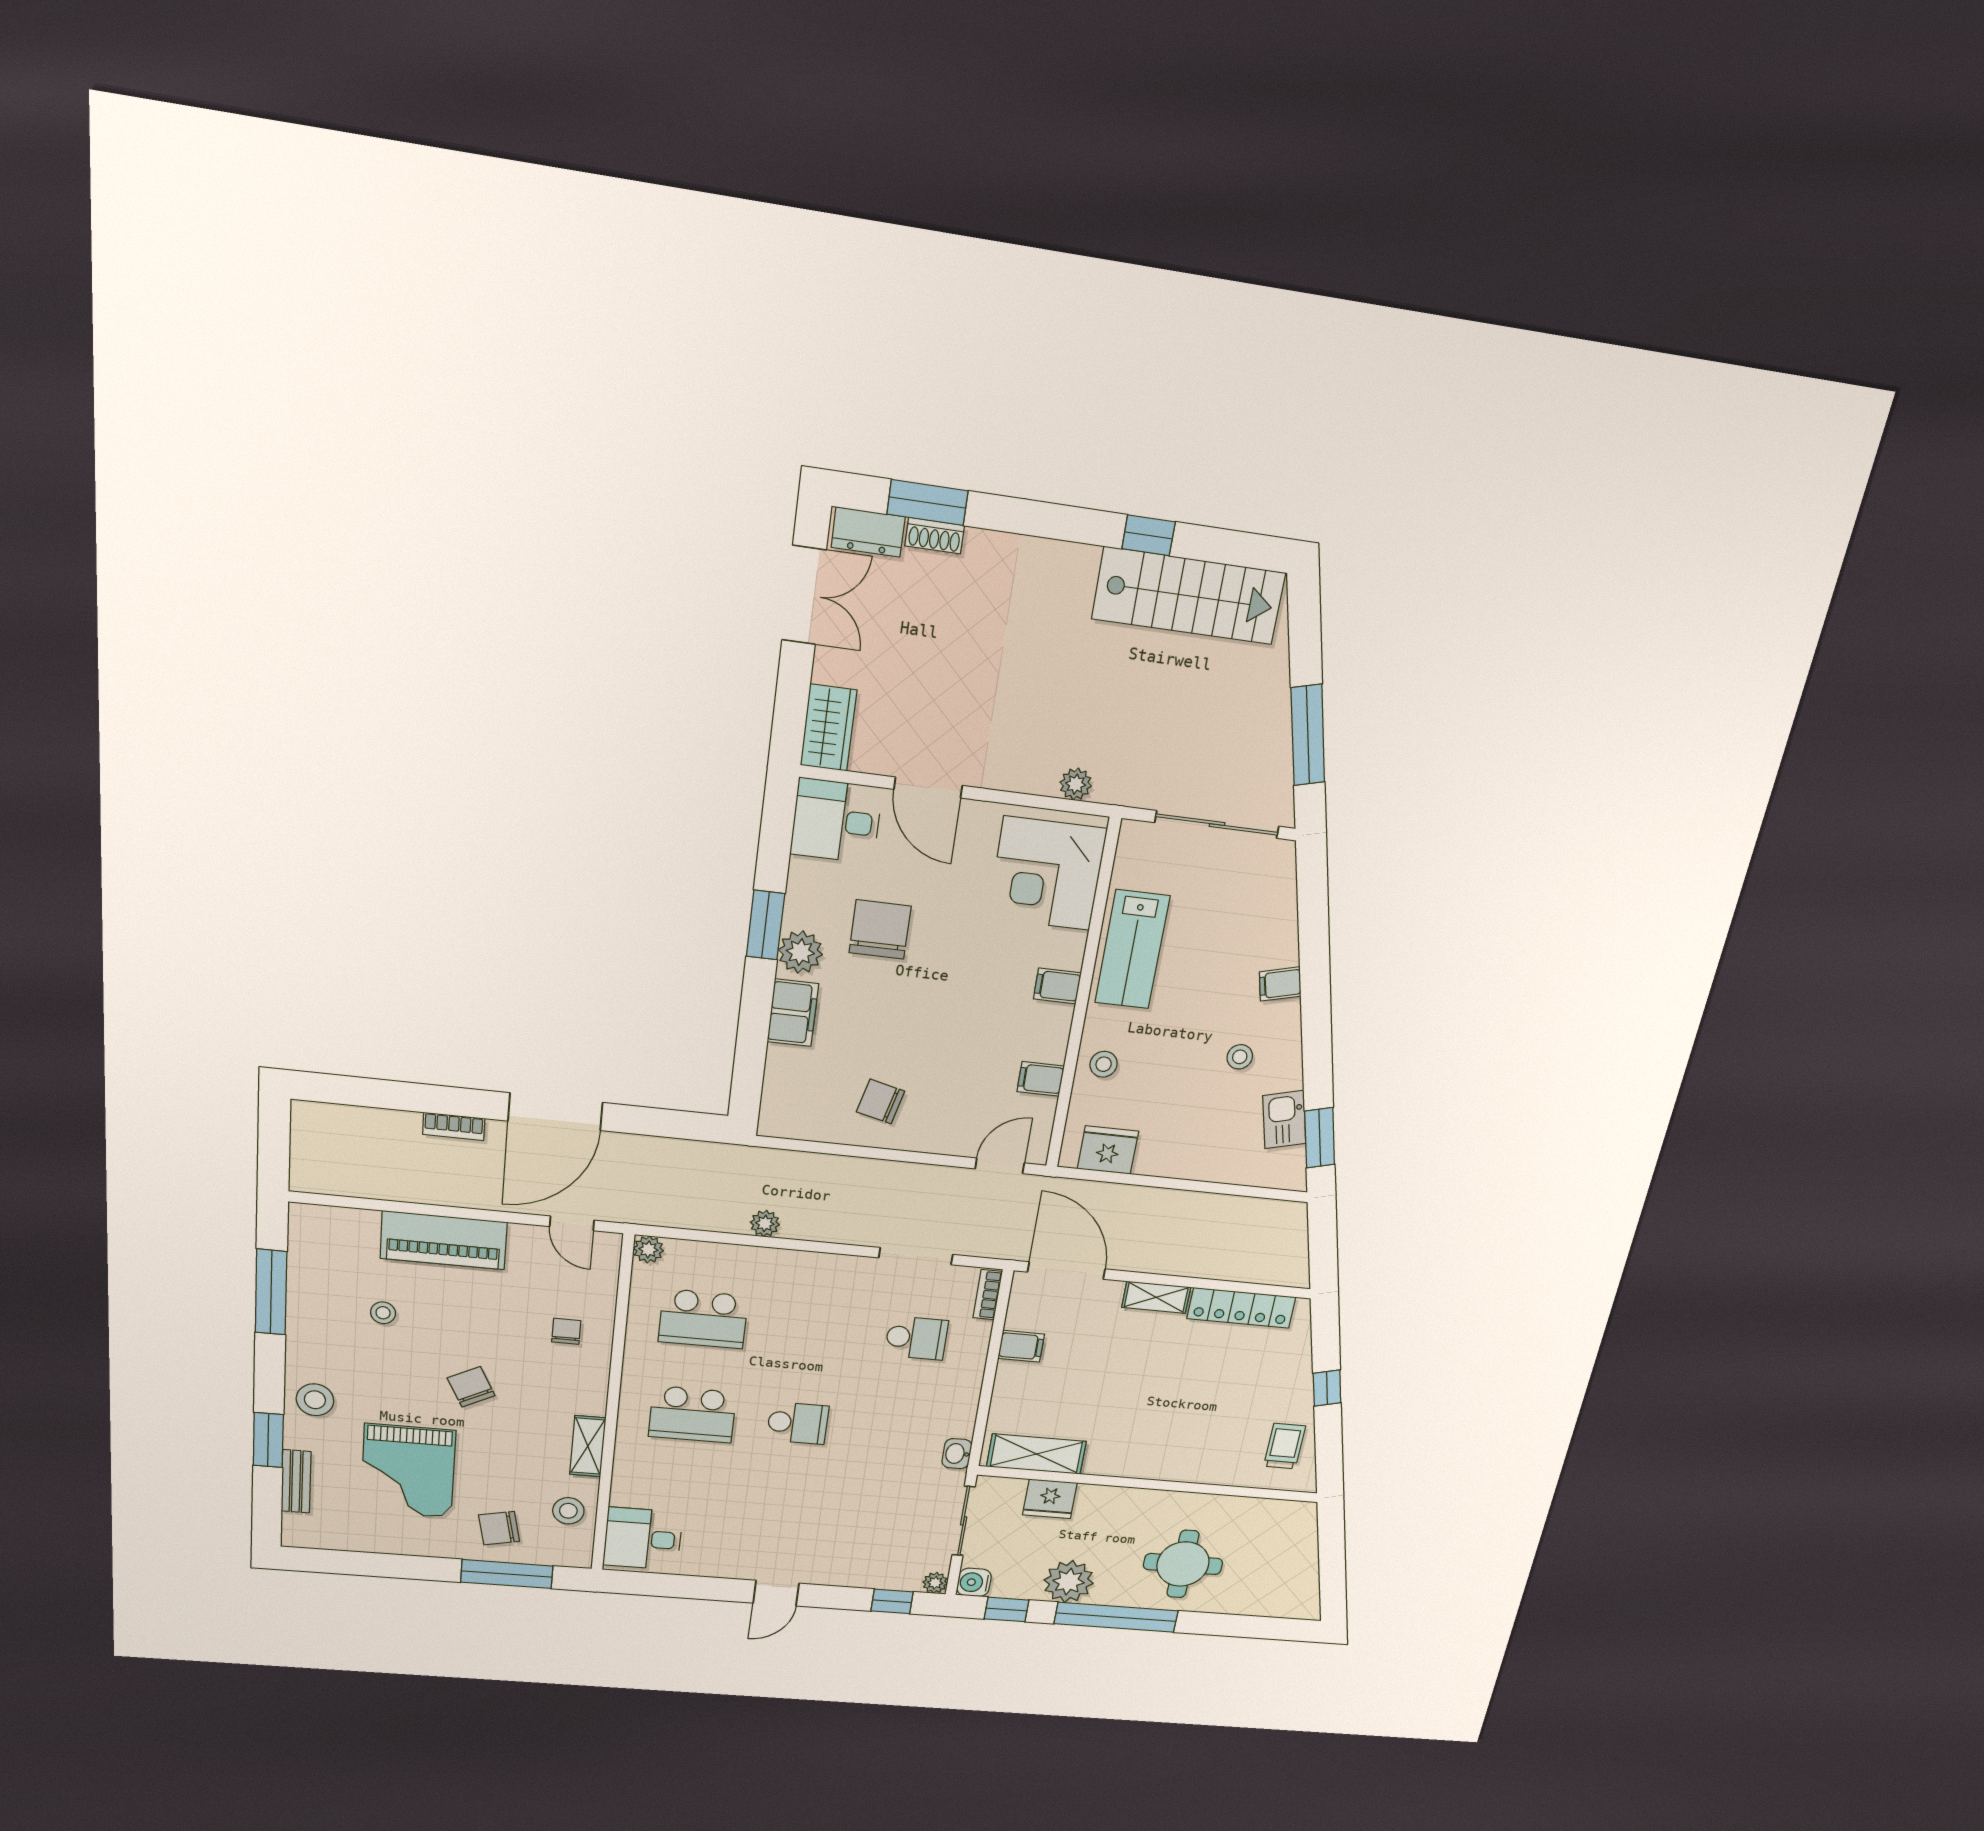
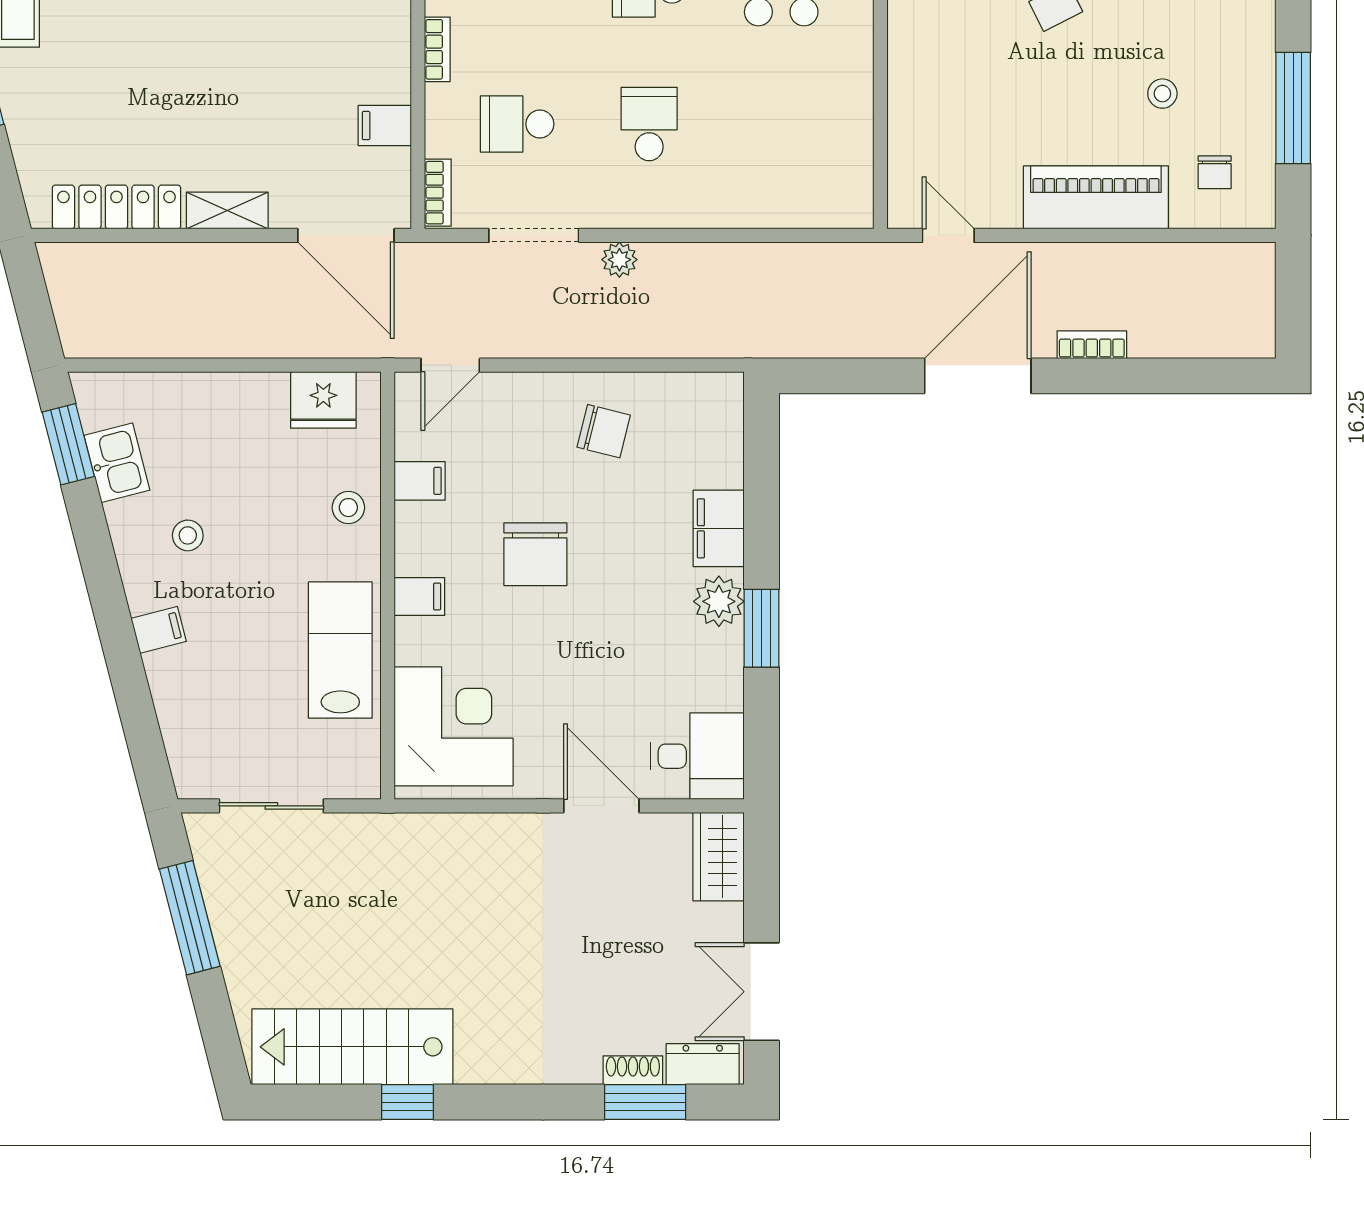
plant: (1076, 784) -> (439, 831), removed
sliding door: (1217, 824) -> (271, 806), width x0.73
chair: (880, 929) -> (535, 554), moved
plant: (765, 1223) -> (619, 260), moved
plant: (648, 1249) -> (856, 211), removed
school desk: (703, 1319) -> (649, 124), moved, width x0.54
chair: (566, 1331) -> (1215, 172), moved
bookcase: (971, 1396) -> (437, 49), added

